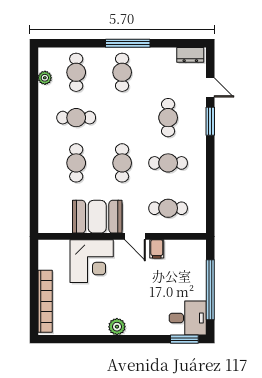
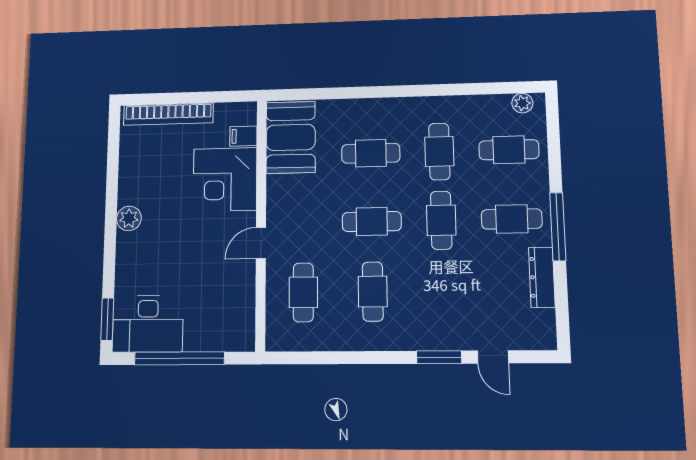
dresser: (190, 55) -> (542, 277), moved, width x1.44
plant: (45, 78) -> (522, 103), moved
door: (210, 87) -> (493, 357), hinge flipped
cafe table: (168, 118) -> (441, 220), moved, turned 90
booth: (97, 217) -> (291, 137), moved
filing cabinet: (157, 249) -> (243, 136), moved
desk: (188, 318) -> (148, 324), width x1.37

